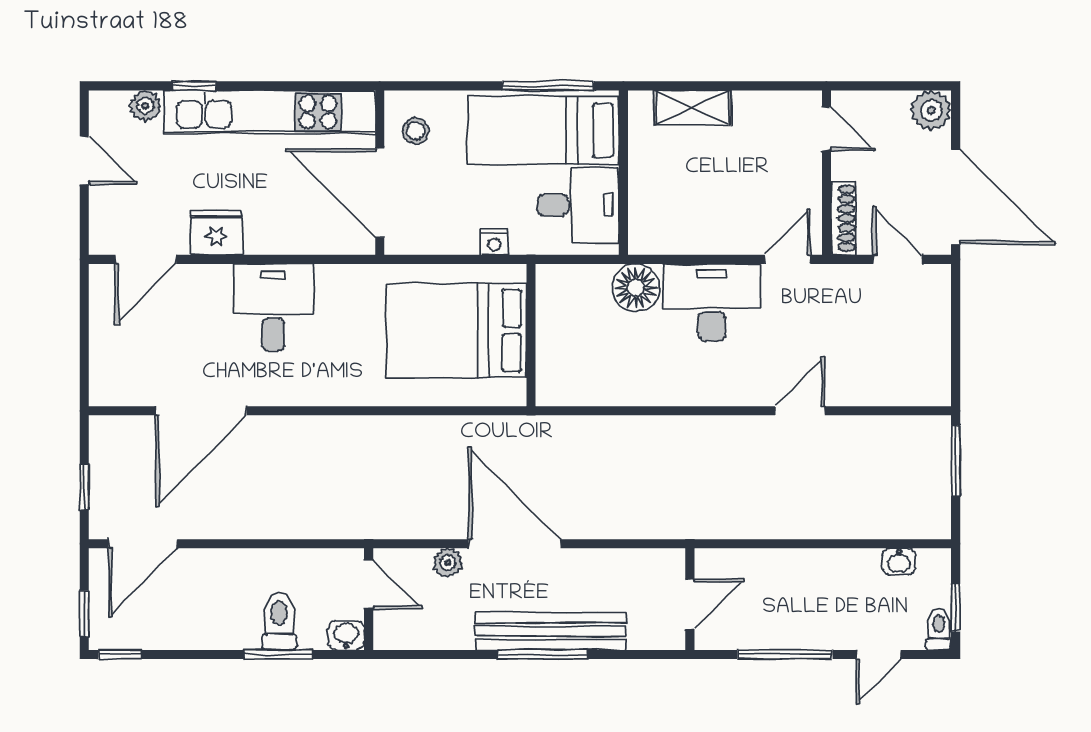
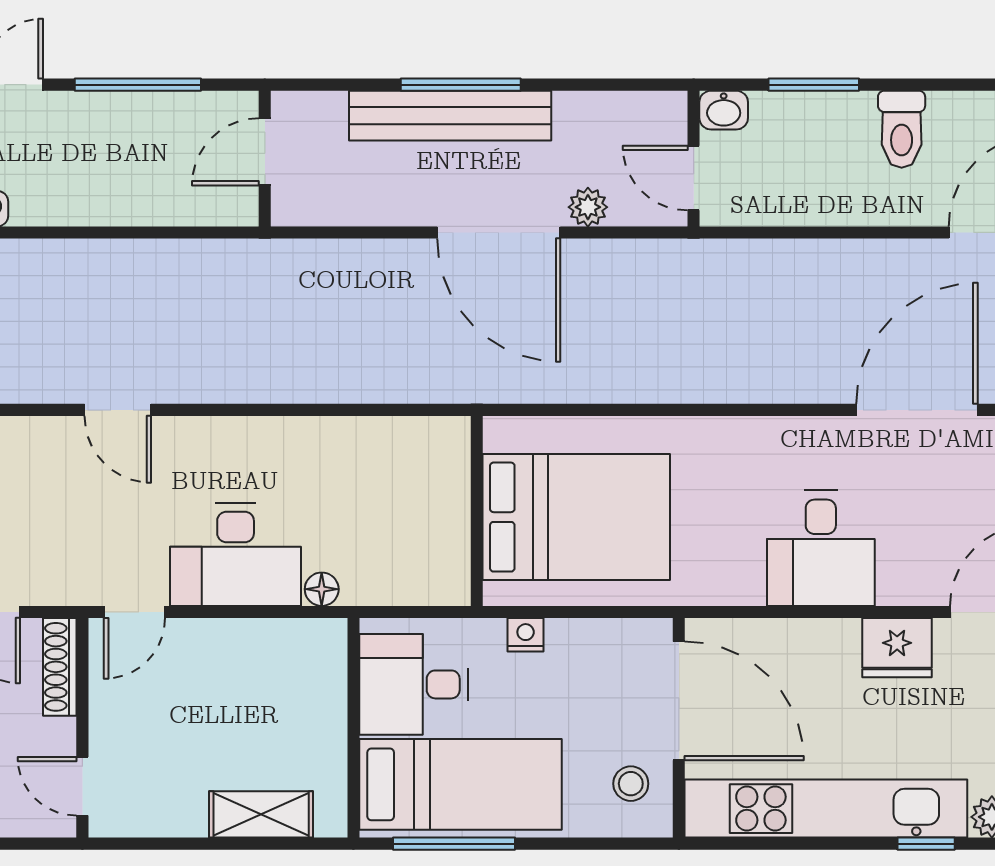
floor lamp: (636, 288) -> (322, 589), width x0.53, depth x0.53
door: (800, 411) -> (118, 410), hinge flipped
toilet: (279, 621) -> (902, 129), moved

